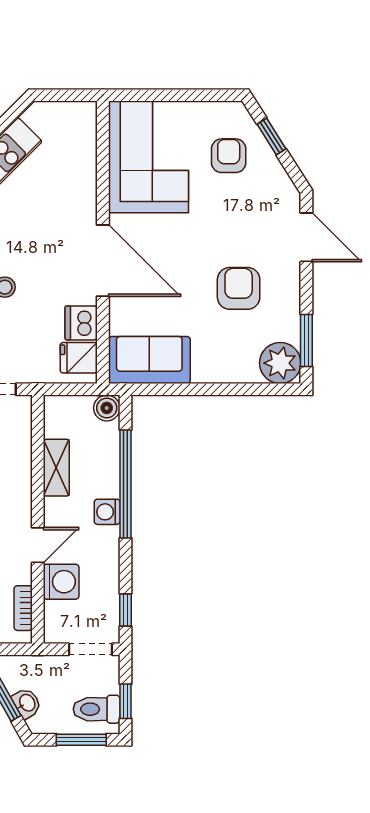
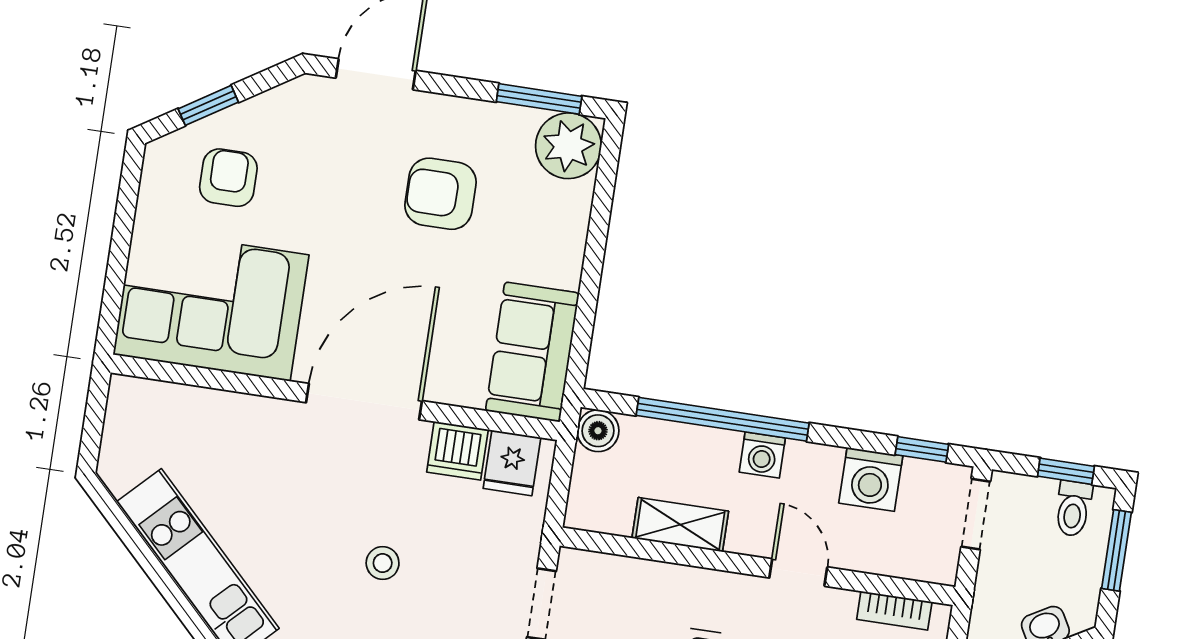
armchair: (229, 156) -> (228, 178), turned 90
washing machine: (61, 582) -> (871, 479), moved, turned 180
toilet: (97, 709) -> (1073, 509), width x0.73, depth x0.72

